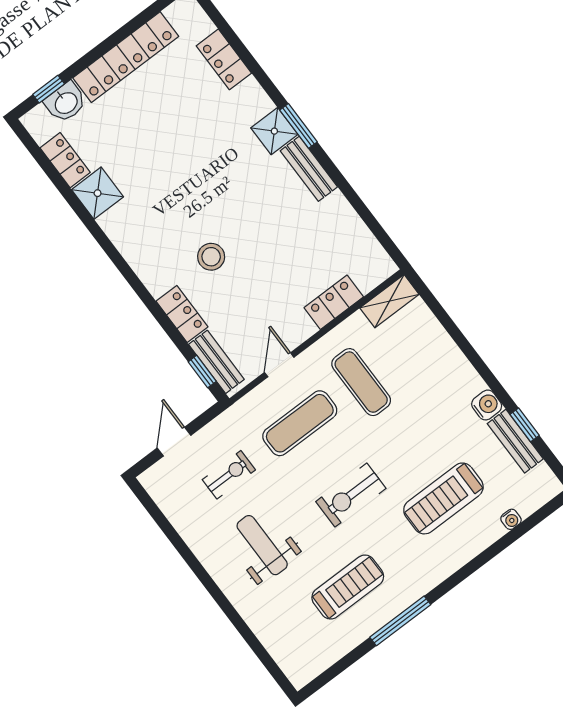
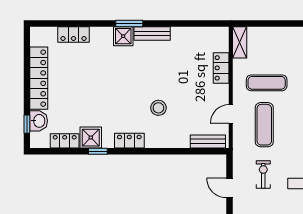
locker: (182, 314) -> (129, 141), moved
door: (279, 365) -> (231, 114), hinge flipped
window: (202, 372) -> (98, 151), moved

